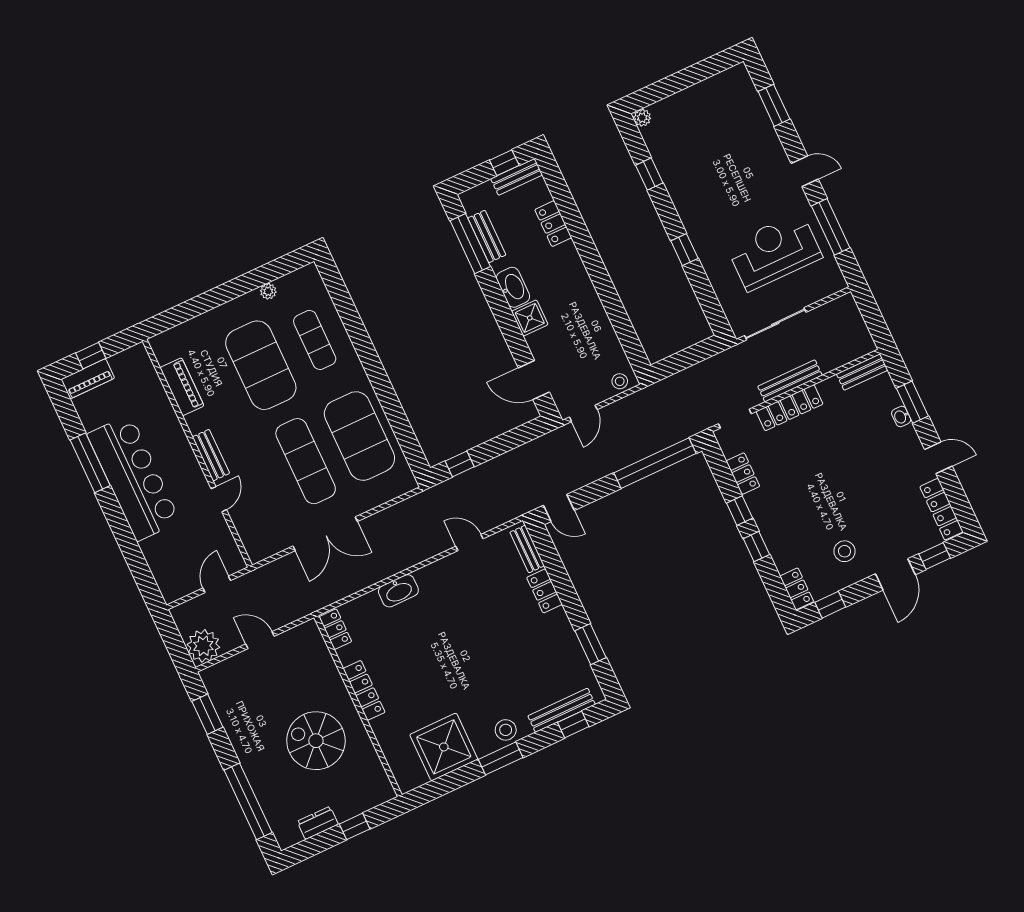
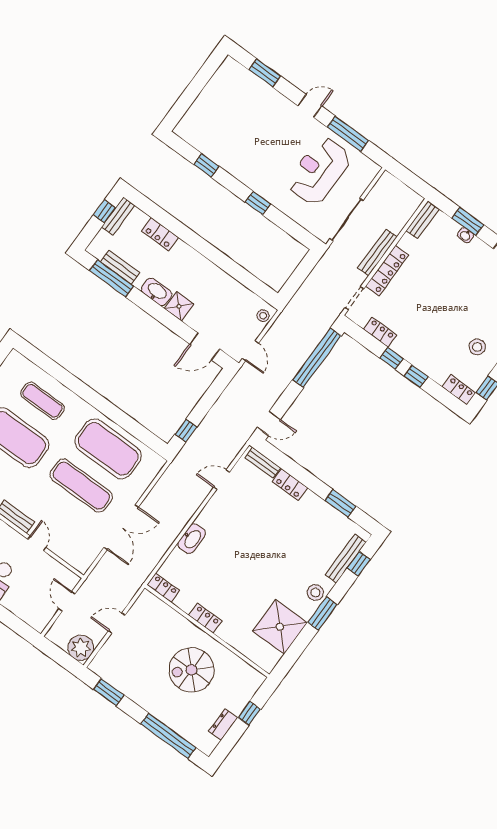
plant: (642, 118) -> (181, 130), removed
locker: (364, 690) -> (205, 618), width x0.66

